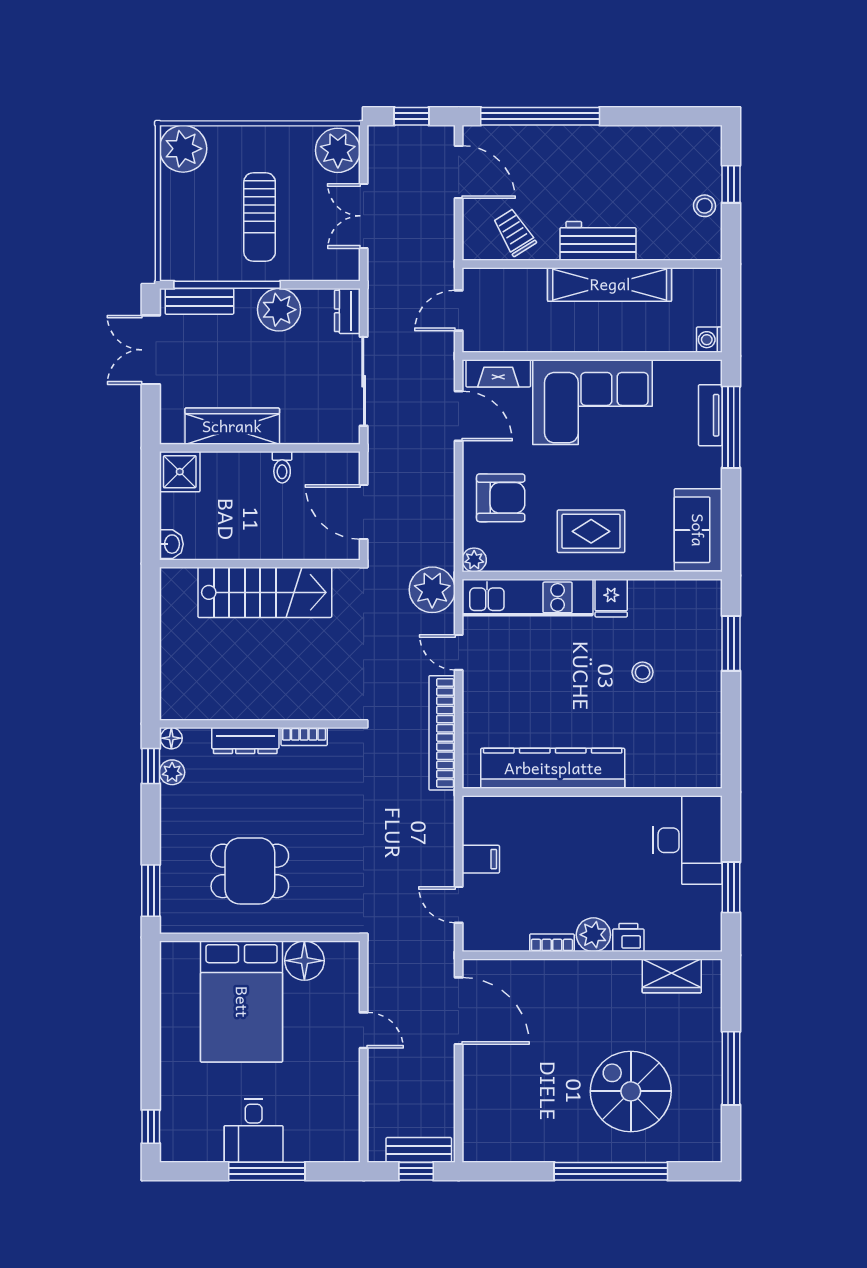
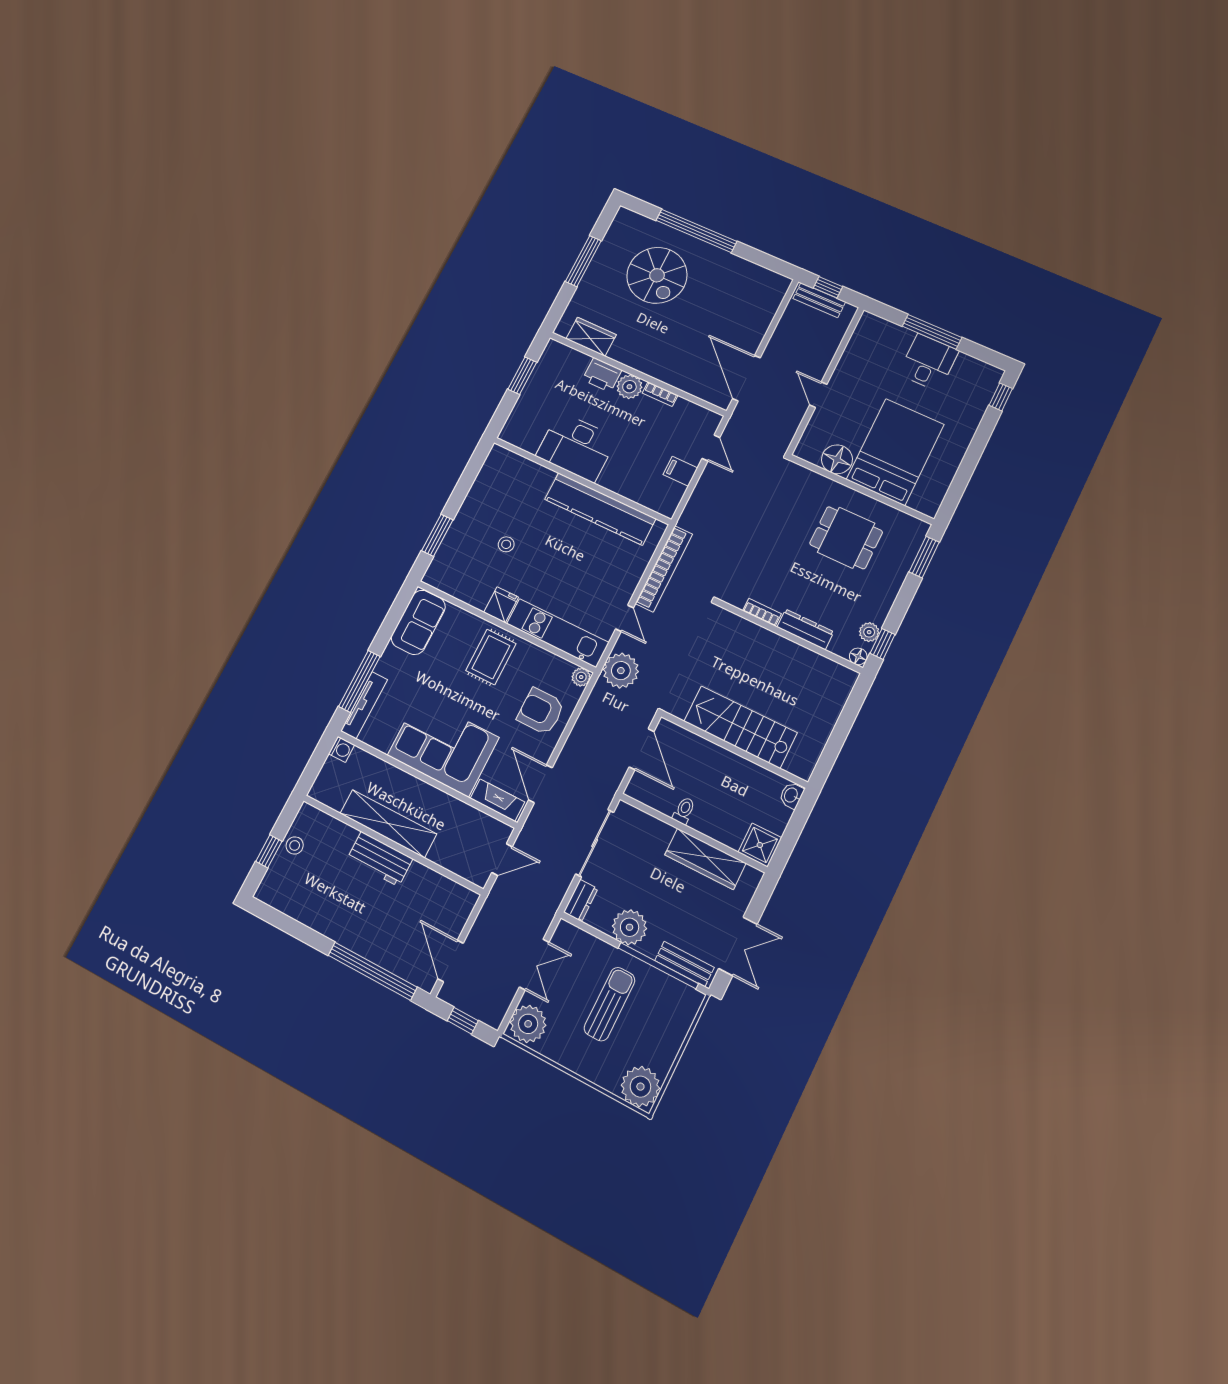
trolley: (514, 232) -> (434, 896), removed
tv unit: (710, 415) -> (364, 705), width x1.41
rug: (591, 531) -> (491, 657), turned 90
desk: (687, 840) -> (576, 447), moved, turned -90
printer: (628, 937) -> (602, 375), width x1.36, depth x1.24

